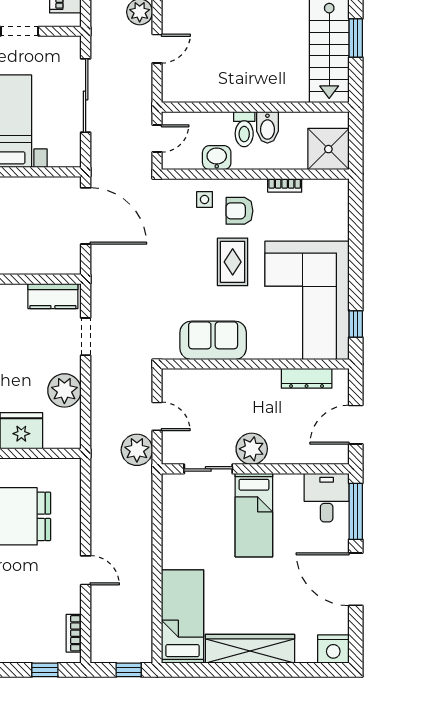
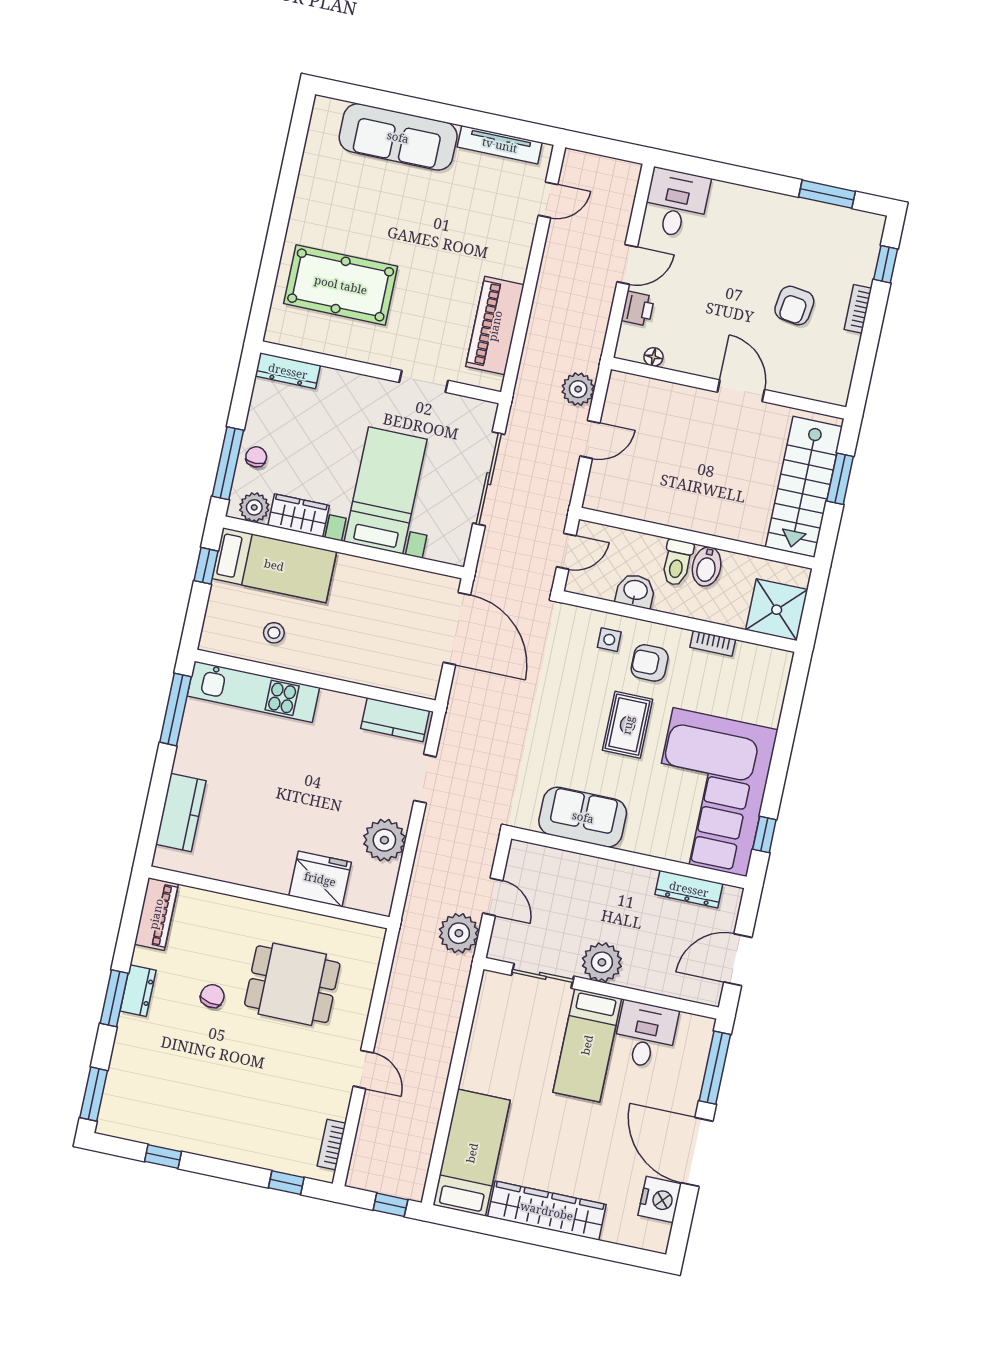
desk: (327, 498) -> (645, 1035), moved
nightstand: (333, 649) -> (660, 1200), moved, turned -90

